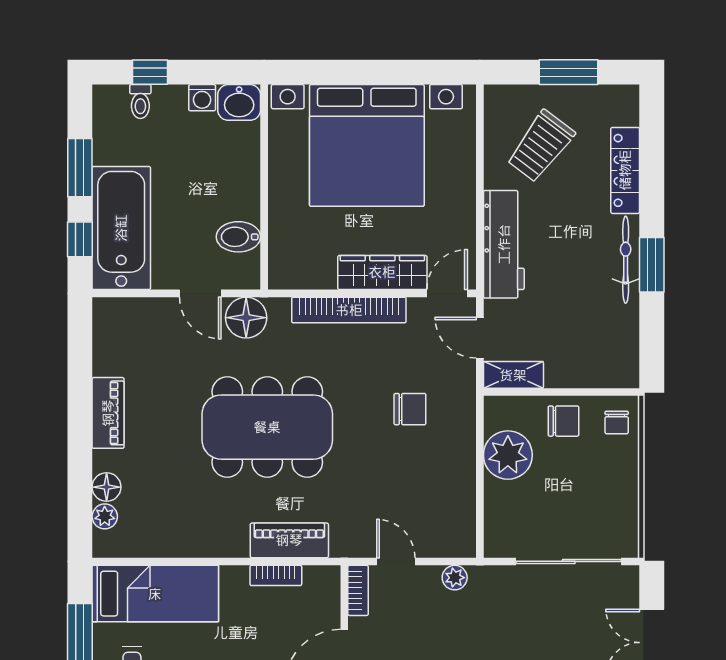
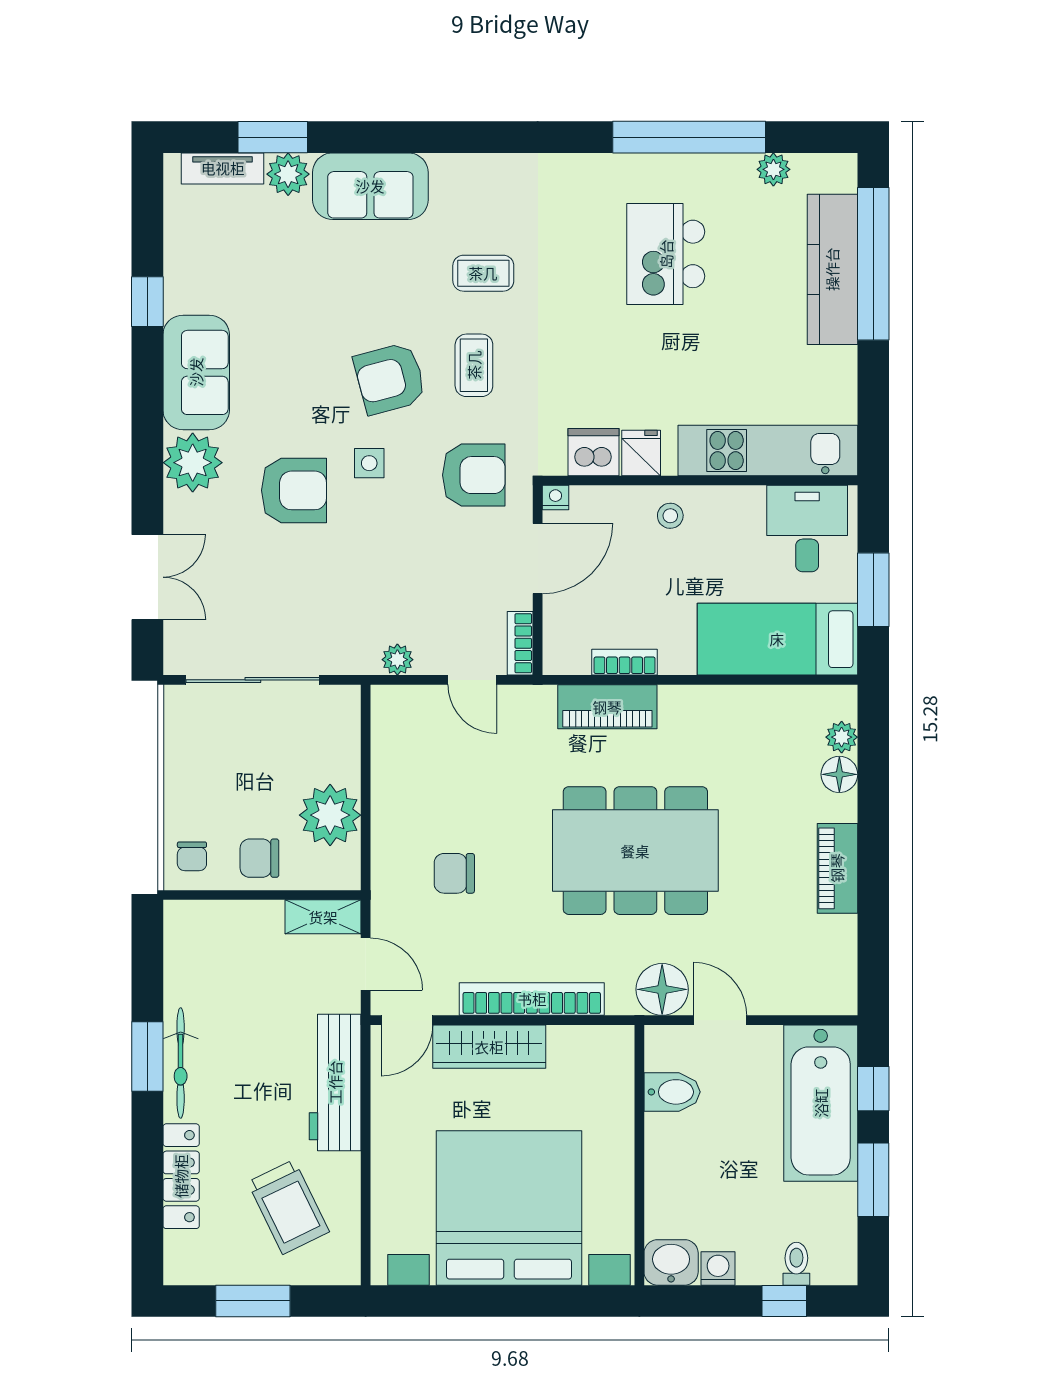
trolley: (541, 146) -> (288, 1207), turned 117
chair: (617, 422) -> (192, 856), turned 180

